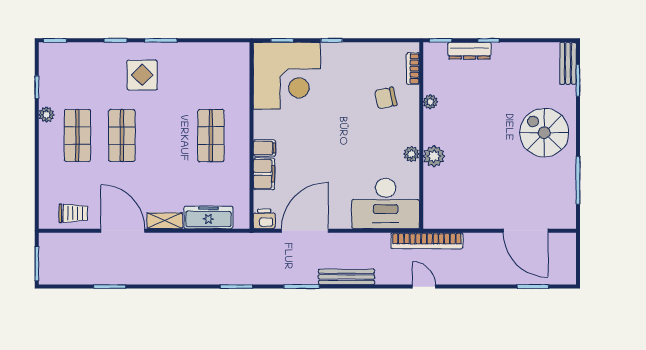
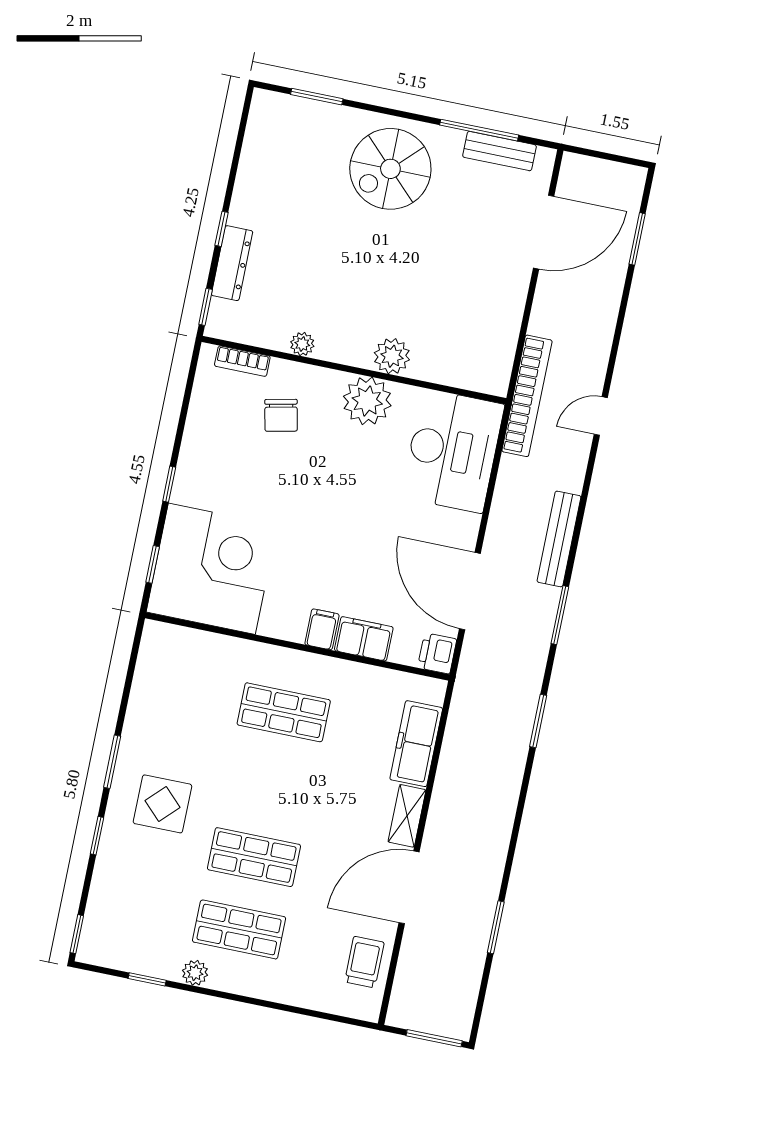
bench: (568, 63) -> (499, 151), moved
plant: (411, 154) -> (367, 401), width x1.87, depth x1.87

